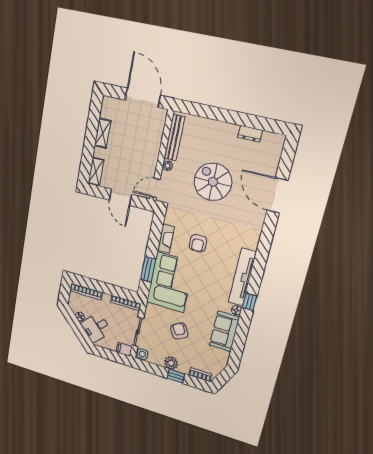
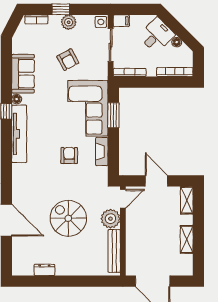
plant: (168, 166) -> (111, 219), width x1.88, depth x1.88
spiral stairs: (213, 182) -> (68, 218), turned 180

